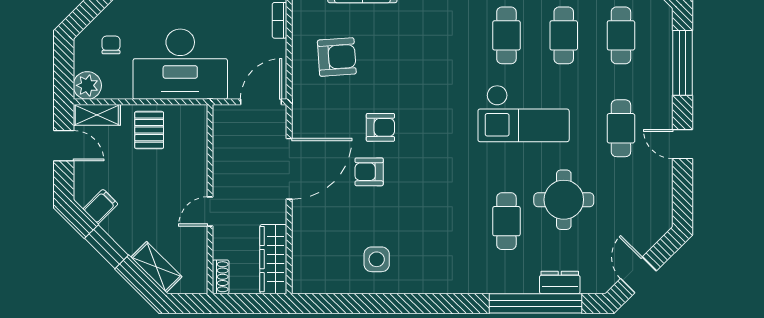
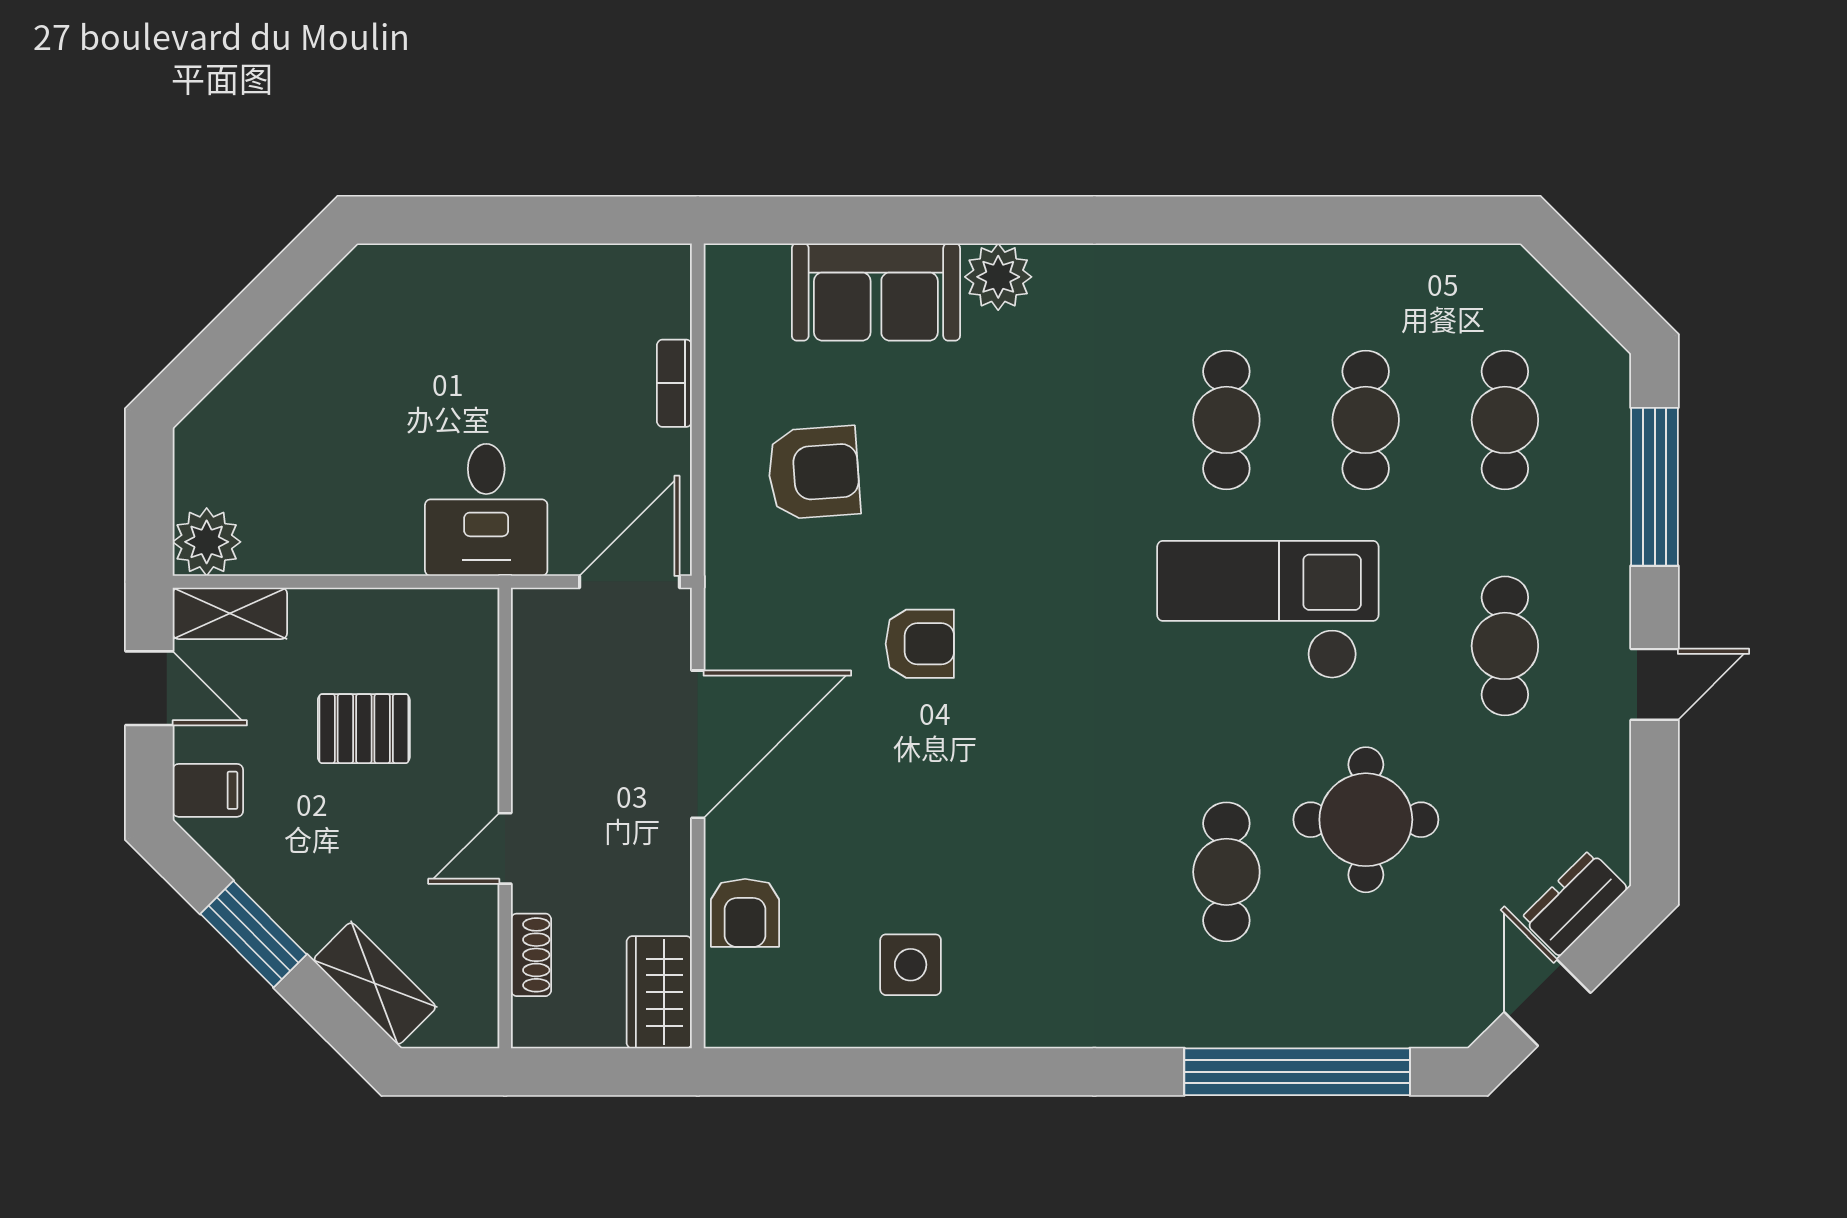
chair: (111, 45) -> (264, 443), removed
desk: (180, 64) -> (486, 510), width x0.53, depth x0.77
checkout: (524, 113) -> (1268, 610), turned 180
pallet: (149, 130) -> (364, 729), moved, turned 90
door: (682, 144) -> (1655, 684), swing flipped
armchair: (369, 172) -> (745, 913), moved, turned -90
filing cabinet: (100, 207) -> (208, 790), moved, turned 45
wardrobe: (273, 259) -> (659, 992), width x0.67
shoe rack: (221, 277) -> (531, 955), moved
dresser: (560, 282) -> (1574, 903), moved, turned -45

